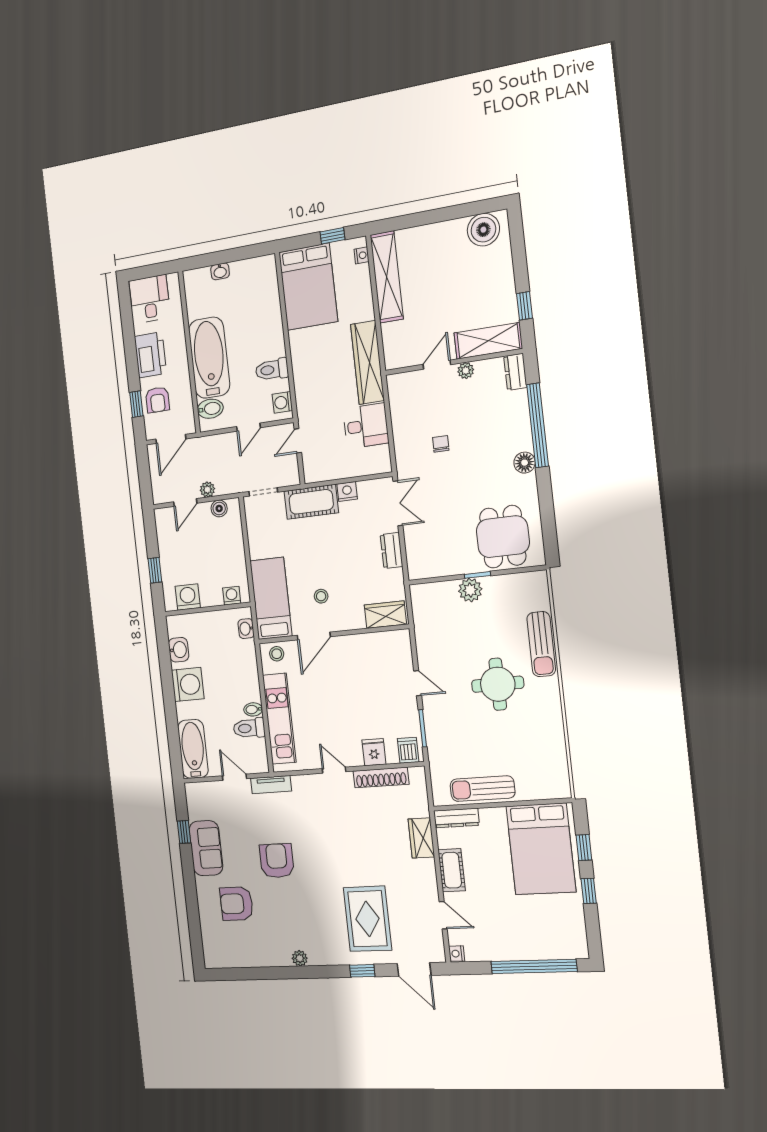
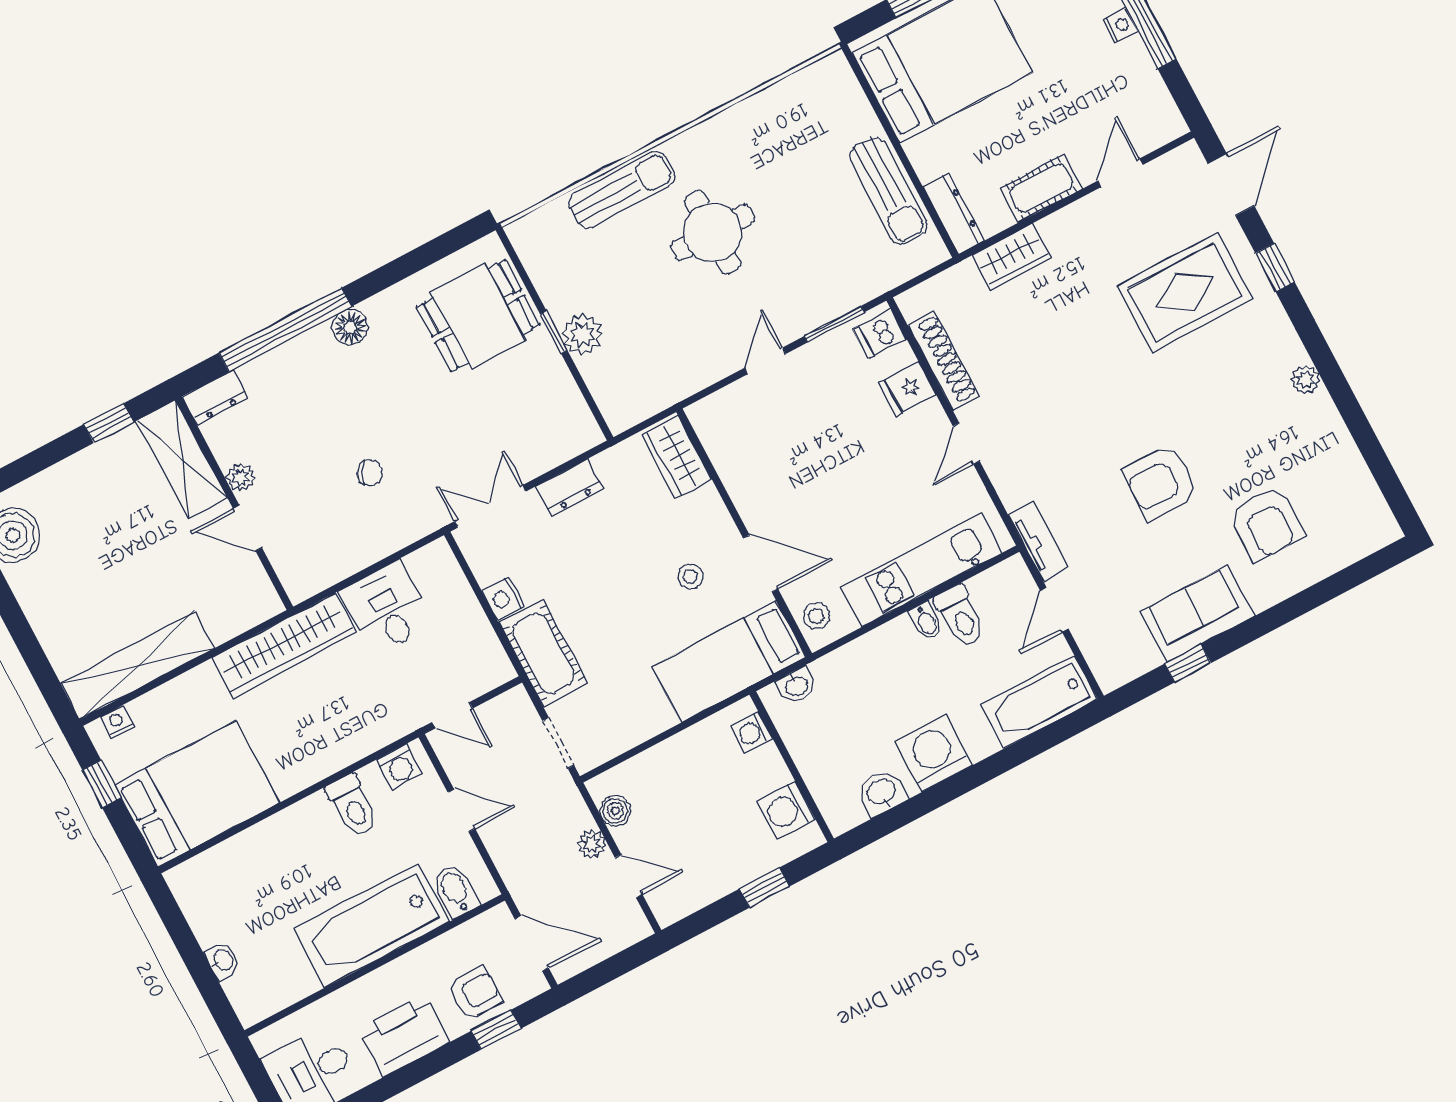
chair: (441, 444) -> (370, 473), turned -153
nightstand: (457, 954) -> (1120, 25), moved, turned -90

